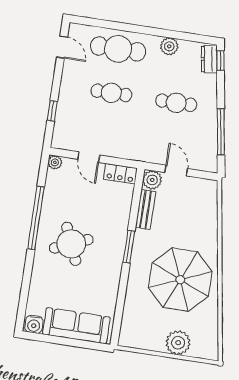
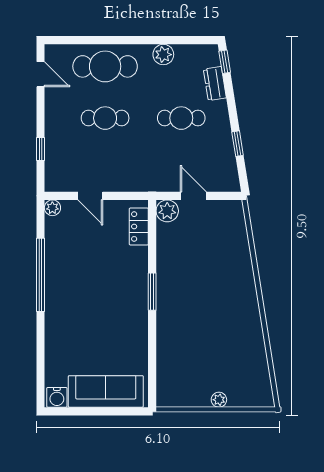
dresser: (209, 59) -> (215, 84), moved
window: (221, 132) -> (238, 144), width x0.46
locker: (120, 174) -> (139, 227), moved, turned 90
bench: (145, 209) -> (165, 246), removed
round table: (71, 244) -> (86, 298), removed
parasol: (180, 280) -> (217, 320), removed
plant: (178, 343) -> (219, 400), width x0.53, depth x0.53

